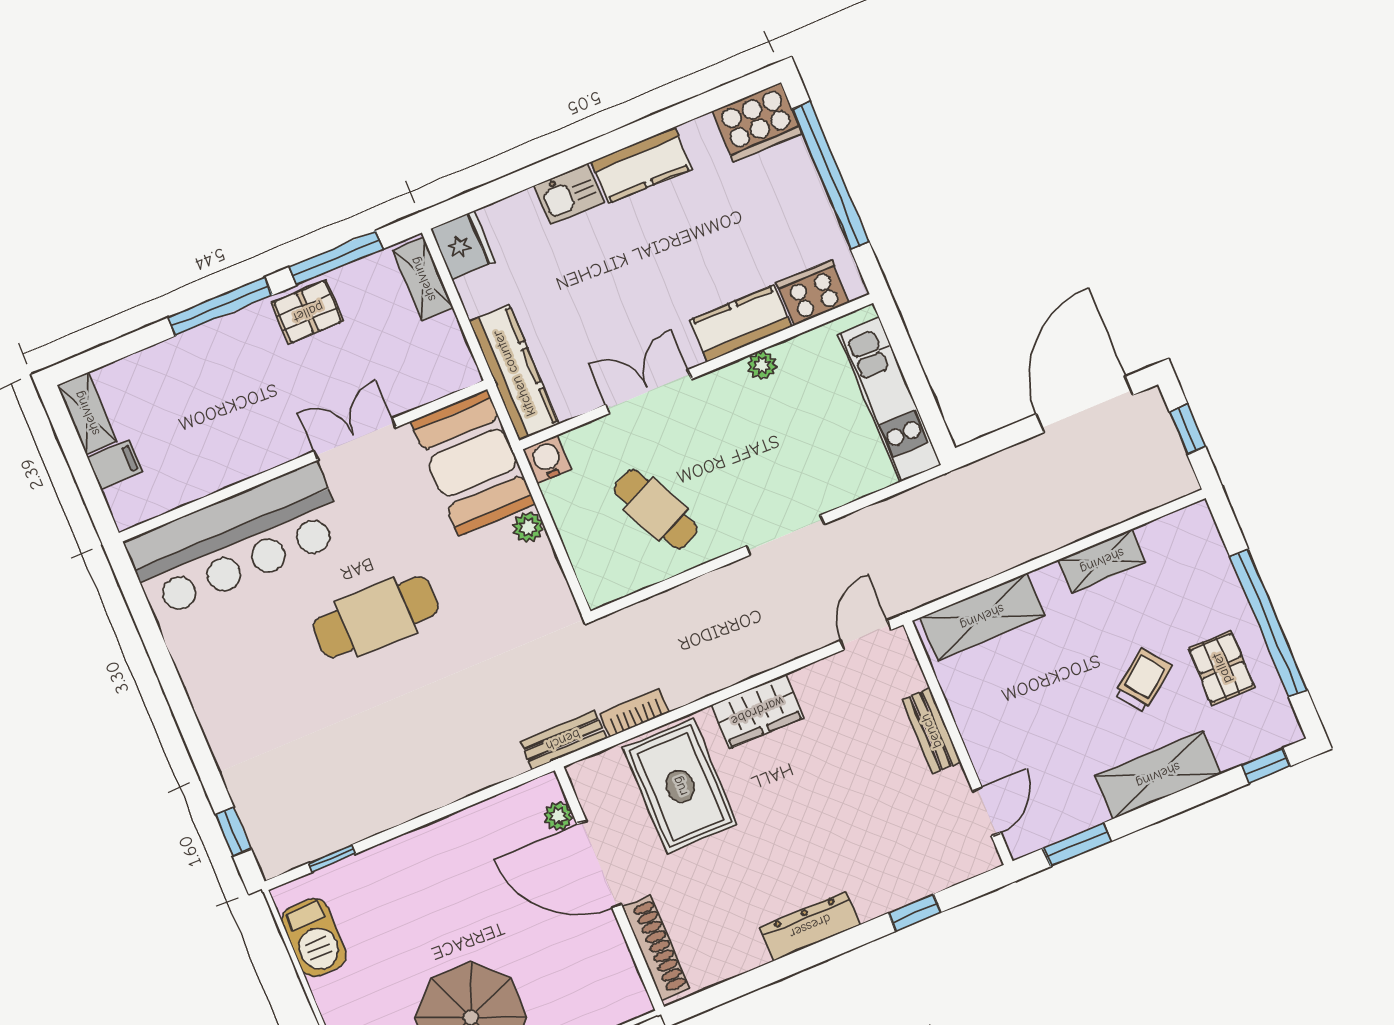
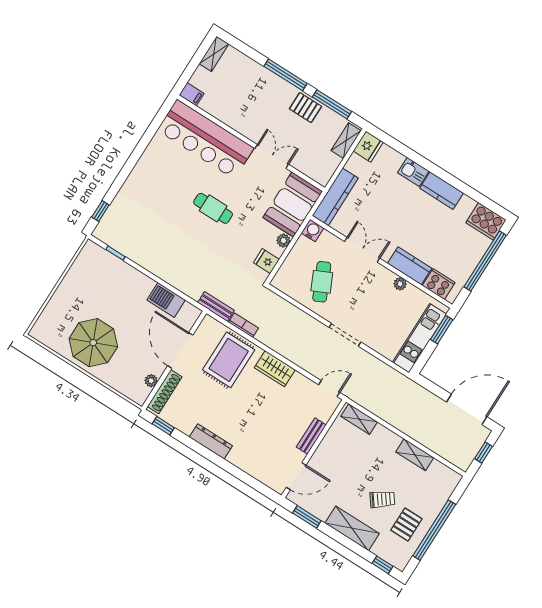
window: (902, 347) -> (442, 330), added
filing cabinet: (115, 464) -> (191, 94), moved
fridge: (545, 586) -> (266, 261), added
cafe table: (376, 617) -> (213, 208), width x0.73, depth x0.74
shelving: (982, 617) -> (359, 419), width x0.67, depth x0.75
door: (987, 812) -> (296, 476), width x1.38
plant: (558, 816) -> (151, 381), moved
window: (915, 913) -> (163, 426), moved
barbecue: (314, 938) -> (166, 300), moved, turned 90

